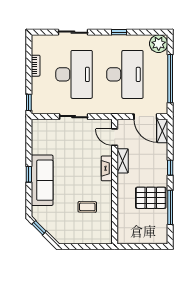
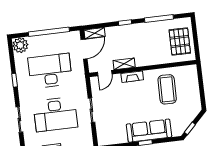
desk: (74, 74) -> (55, 114), turned 180
pallet: (151, 198) -> (180, 41), moved
coffee table: (87, 207) -> (167, 89), width x1.86, depth x1.72

